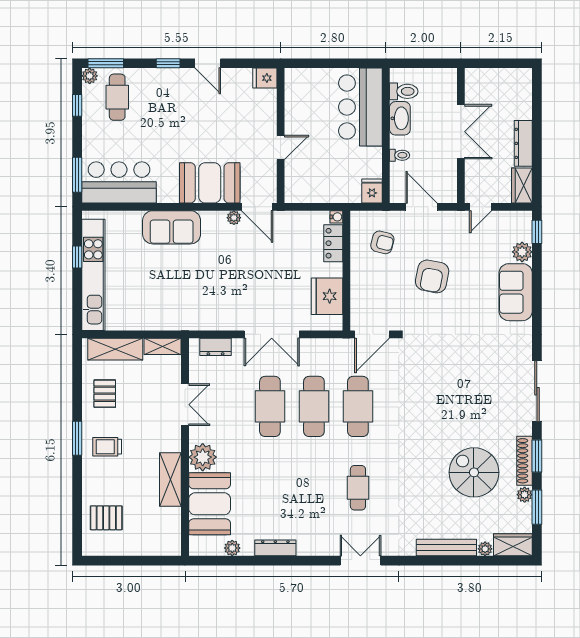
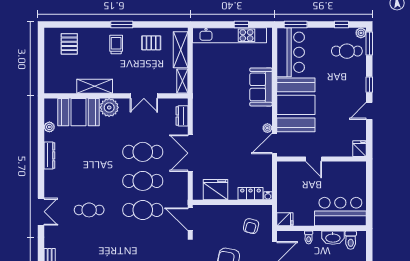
booth: (210, 183) -> (296, 105), width x1.36, depth x1.42

